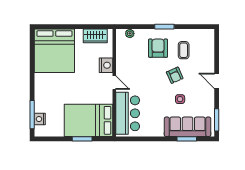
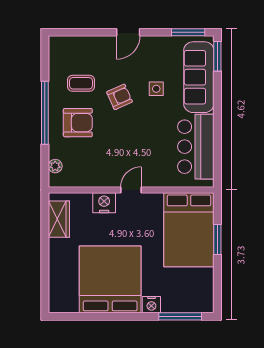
window: (164, 27) -> (45, 113), width x2.11
armchair: (158, 48) -> (78, 123), turned 180
bed: (54, 51) -> (110, 279), moved, turned -90
bar counter: (128, 113) -> (196, 147), moved, turned -90
nightstand: (40, 119) -> (151, 305), moved
window: (187, 139) -> (217, 56), moved

